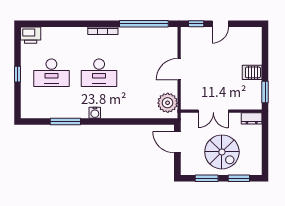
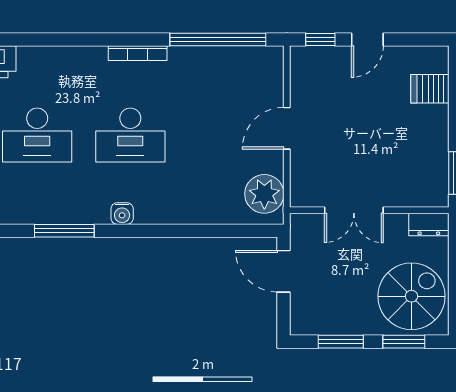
server rack: (252, 72) -> (430, 89), moved
spiral stairs: (222, 152) -> (411, 296), moved, turned -90

